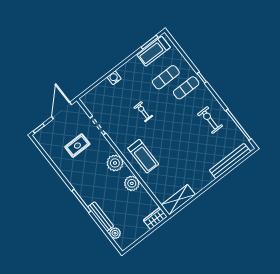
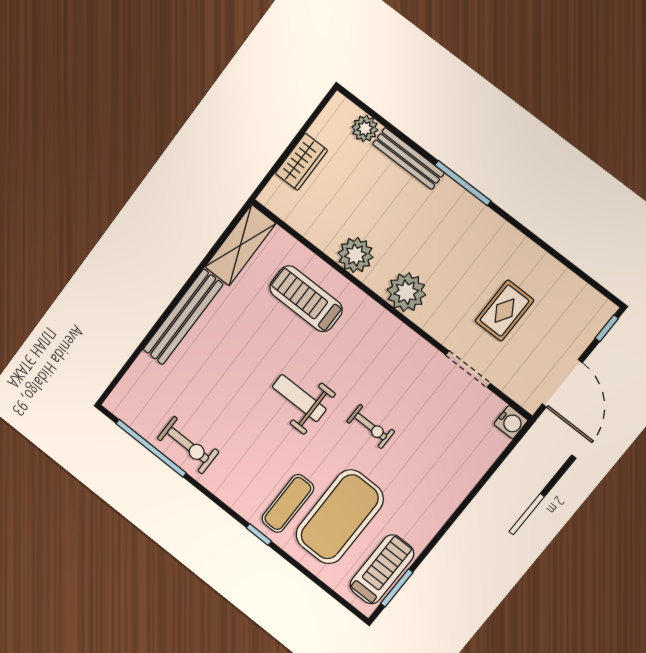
exercise mat: (166, 77) -> (340, 517), width x2.00, depth x1.45
water cooler: (114, 78) -> (511, 422), moved
exercise bike: (210, 120) -> (188, 445), moved
weight bench: (170, 131) -> (299, 398), added
treadmill: (143, 156) -> (306, 299), moved
bench: (230, 161) -> (183, 317), moved
wardrobe: (155, 218) -> (301, 162), moved

